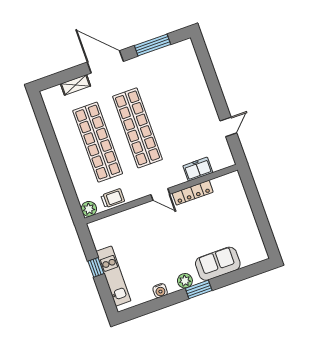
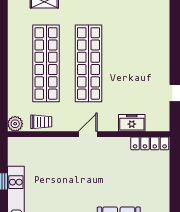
locker: (193, 193) -> (150, 143), moved
door: (160, 194) -> (88, 134), swing flipped

